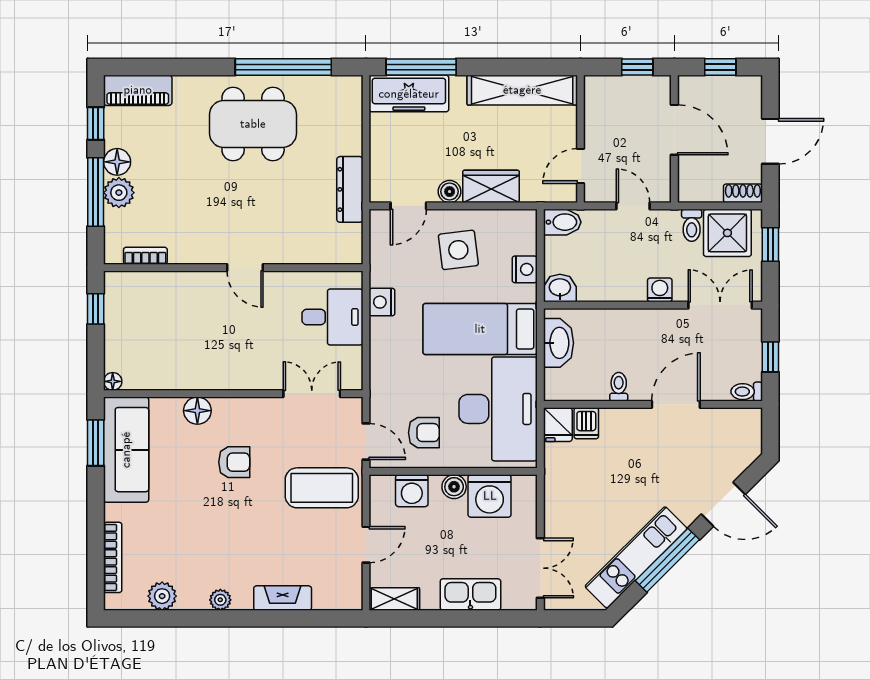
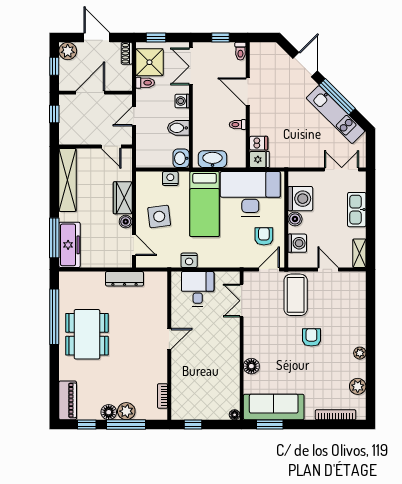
plant: (747, 90) -> (68, 51), added
bidet: (562, 222) -> (178, 128), moved, turned -90
armchair: (234, 462) -> (311, 337), moved
fireplace: (283, 598) -> (359, 317), removed

